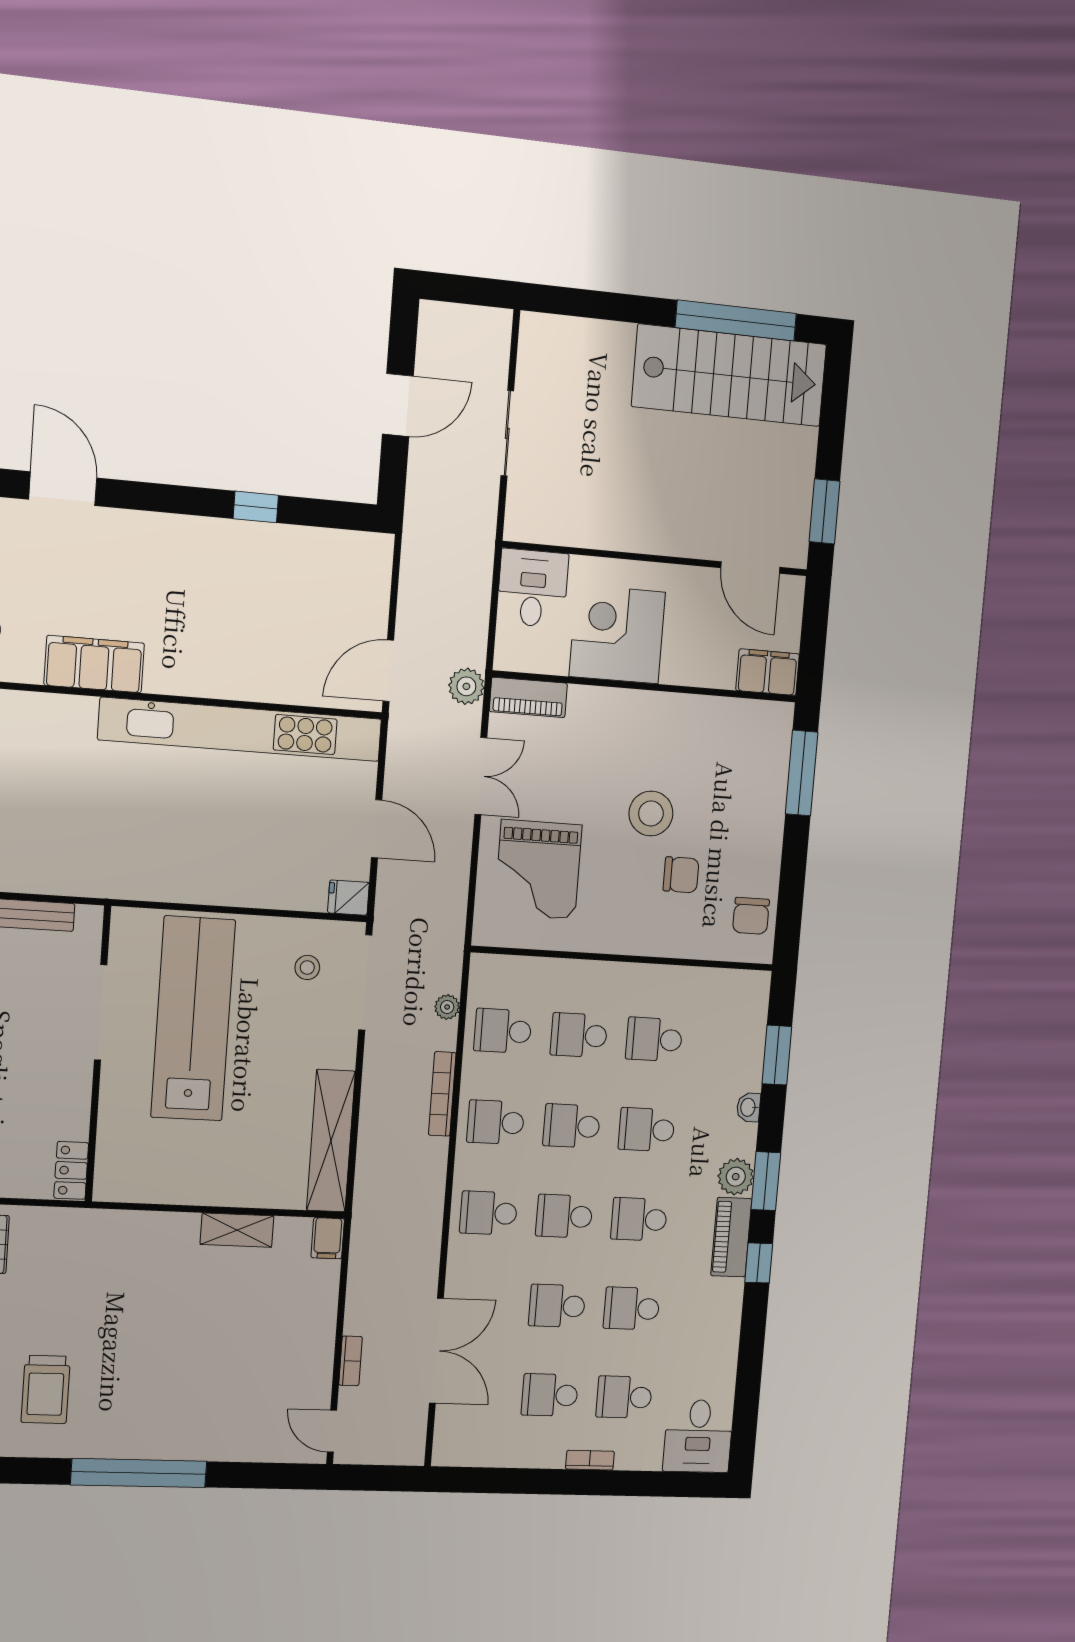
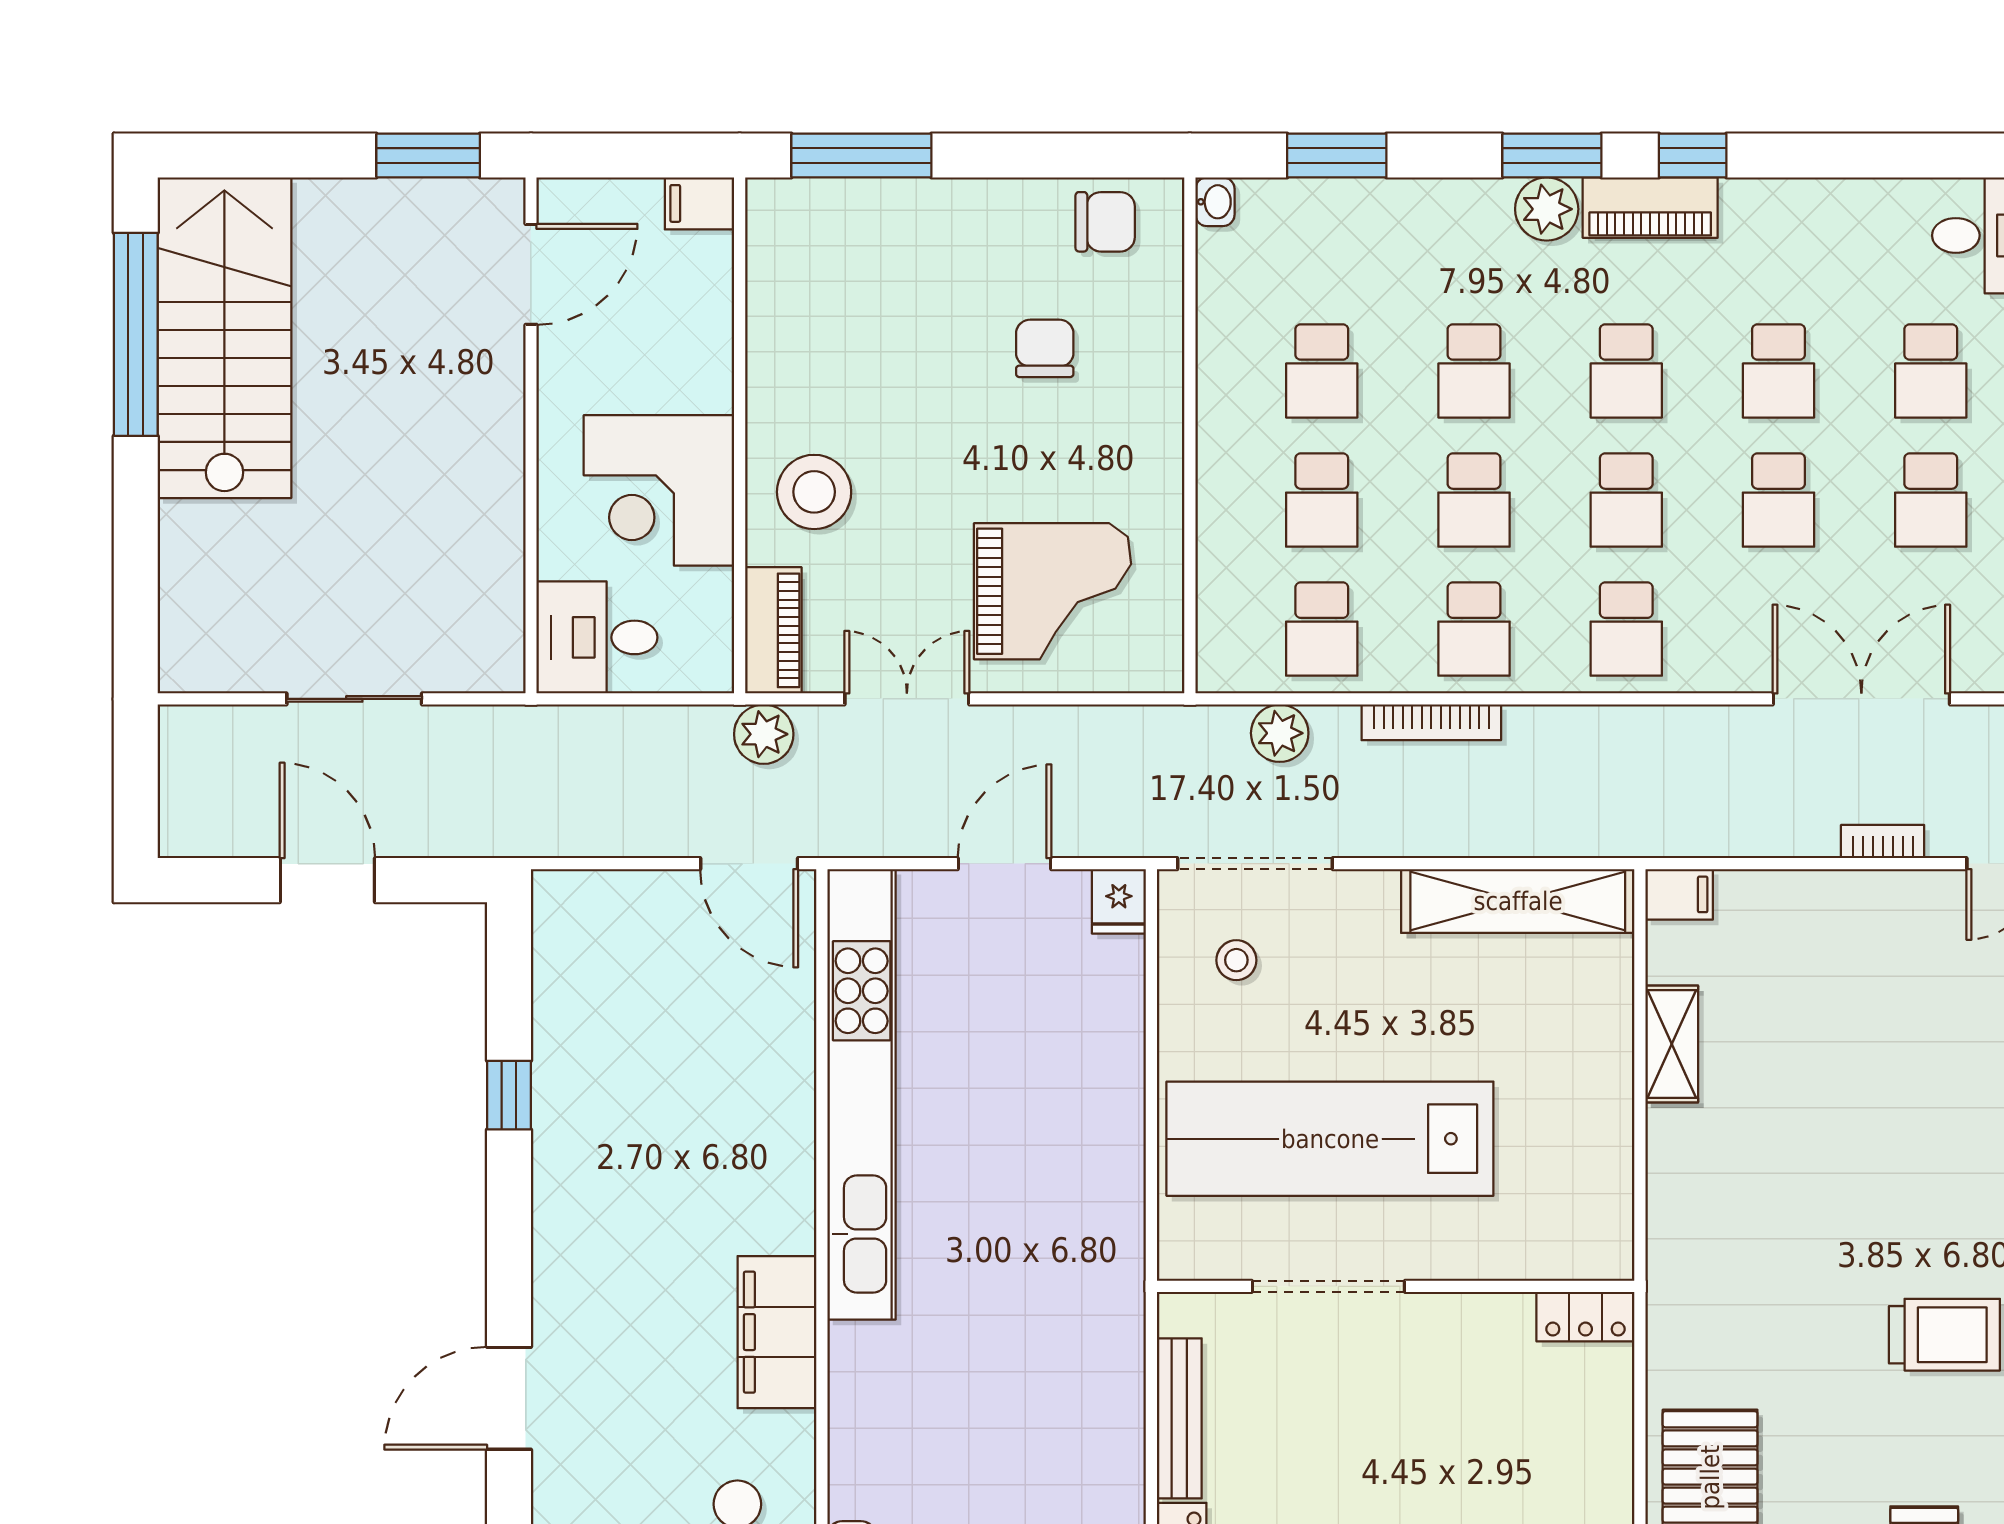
filing cabinet: (768, 672) -> (699, 203), width x0.50
stool: (651, 813) -> (814, 492), moved
plant: (447, 1007) -> (1280, 733), width x1.38, depth x1.38
washbasin: (749, 1107) -> (1215, 202), moved, turned -90

